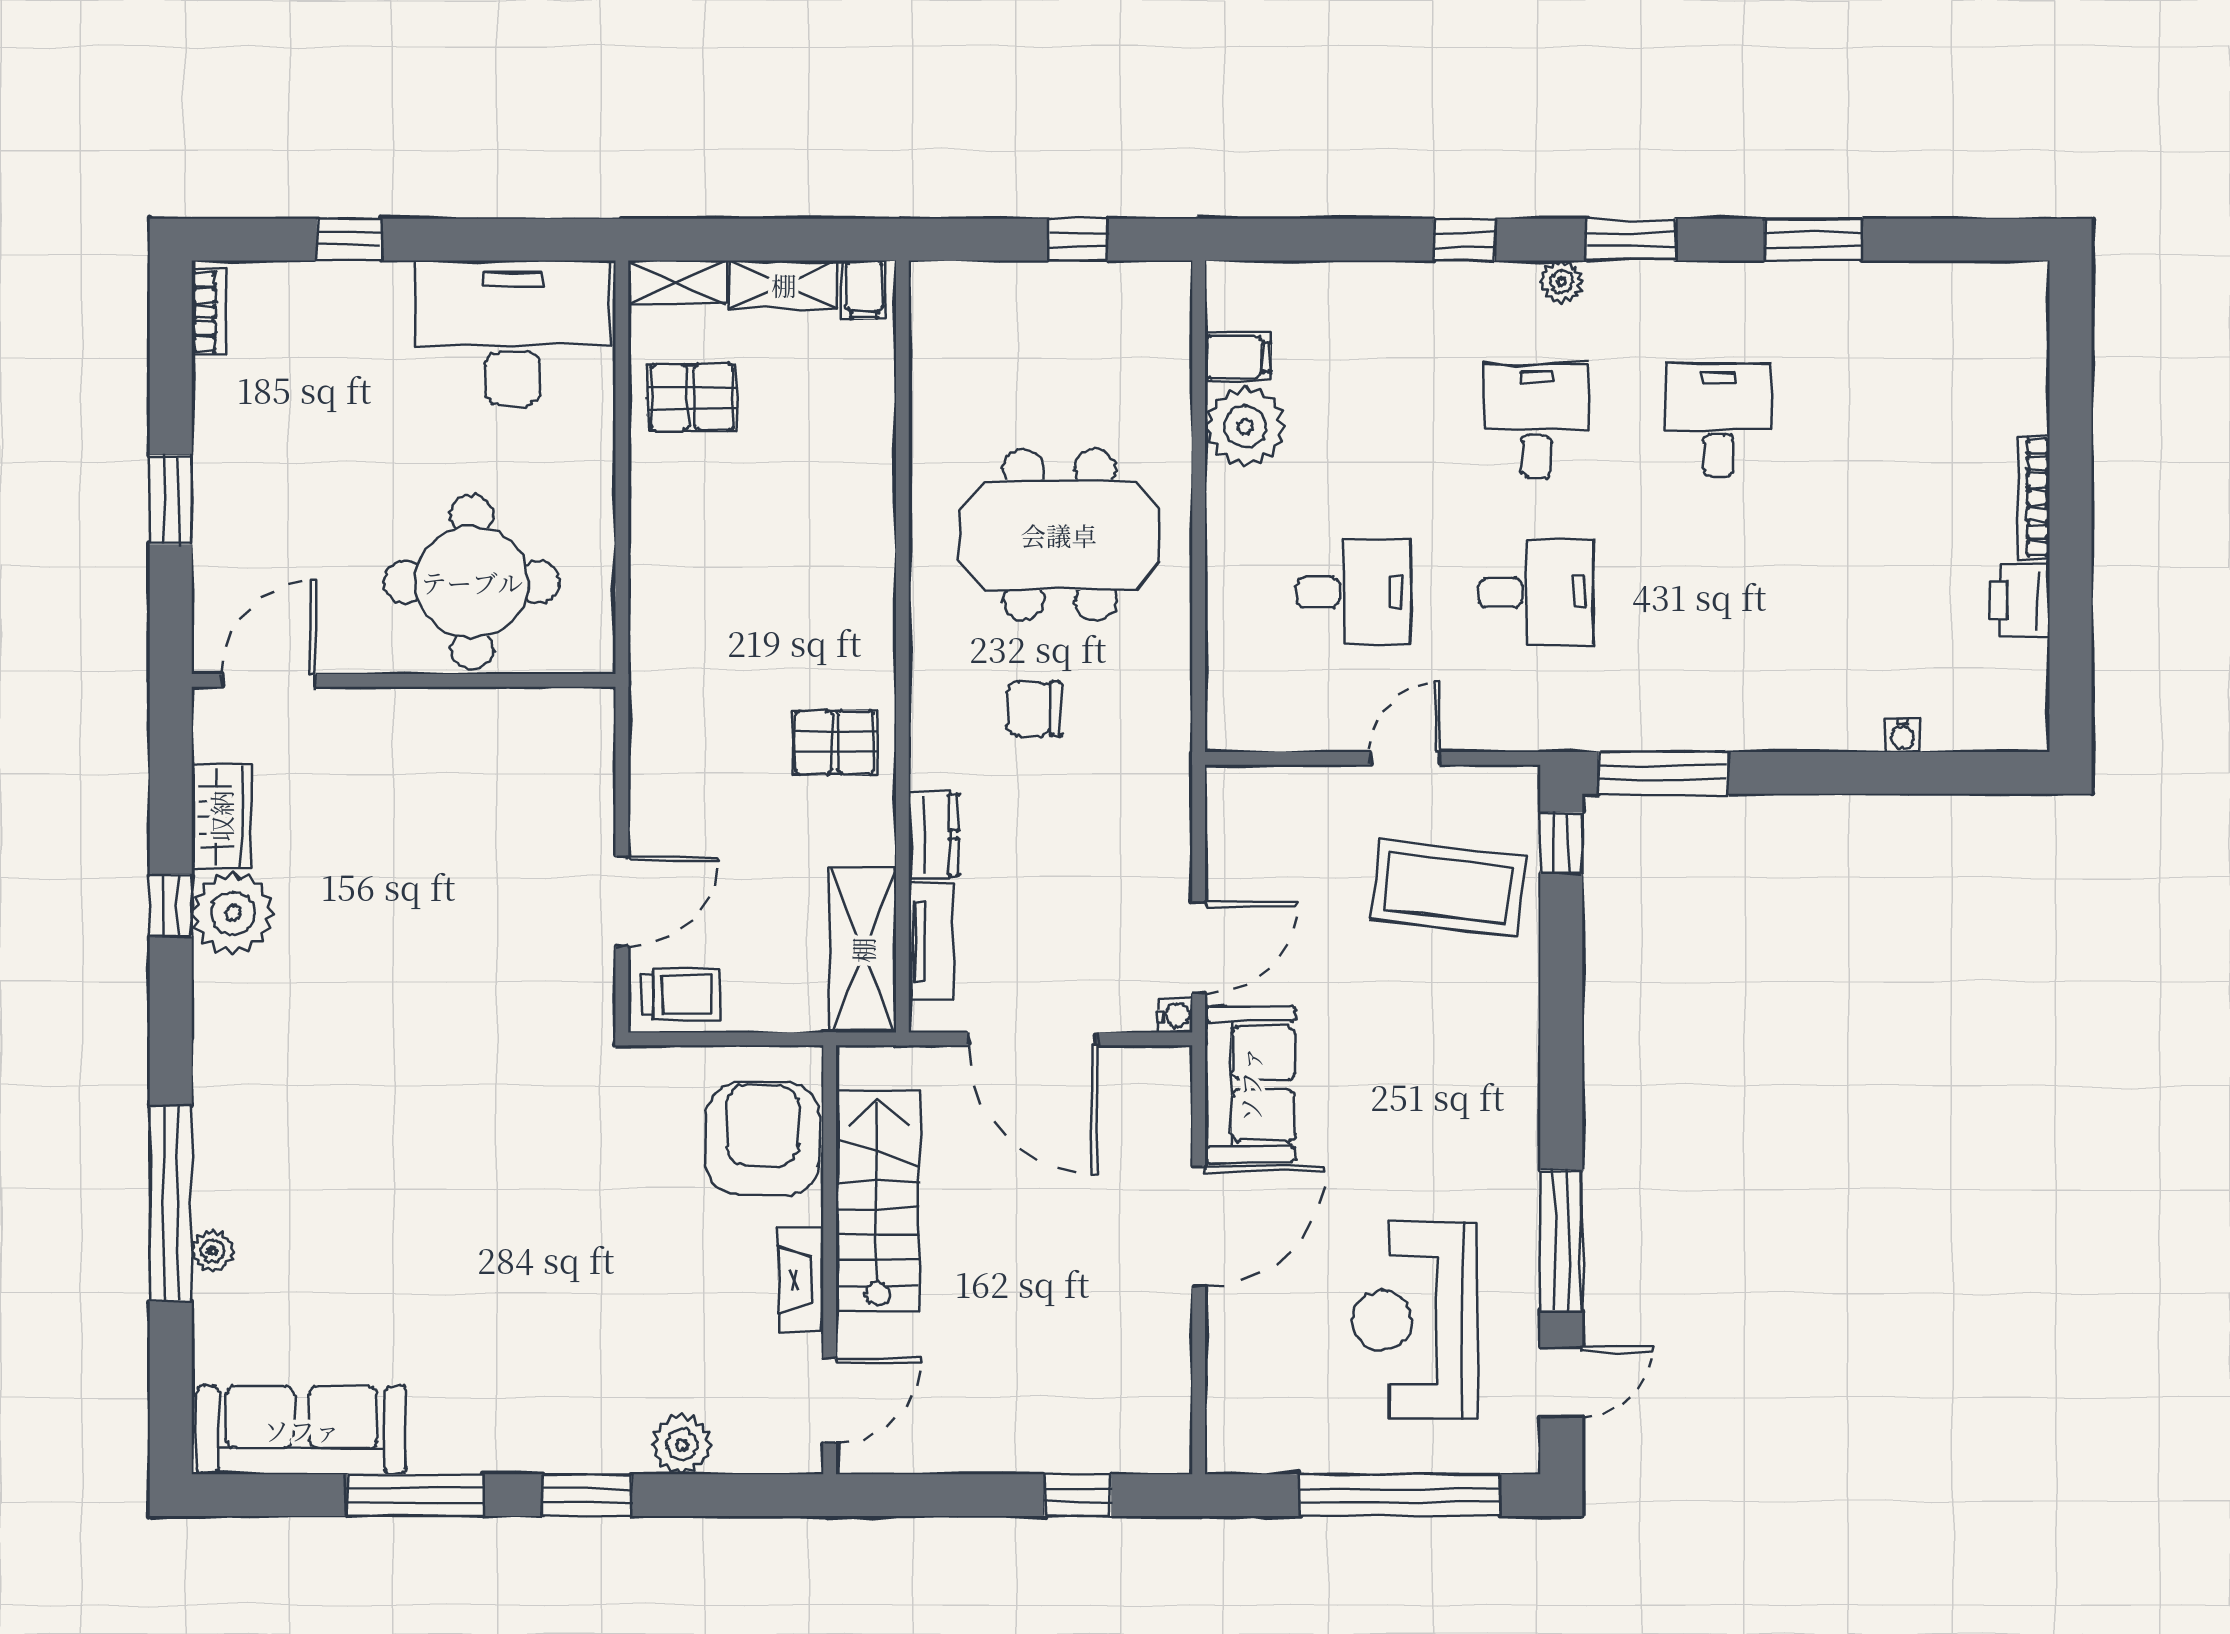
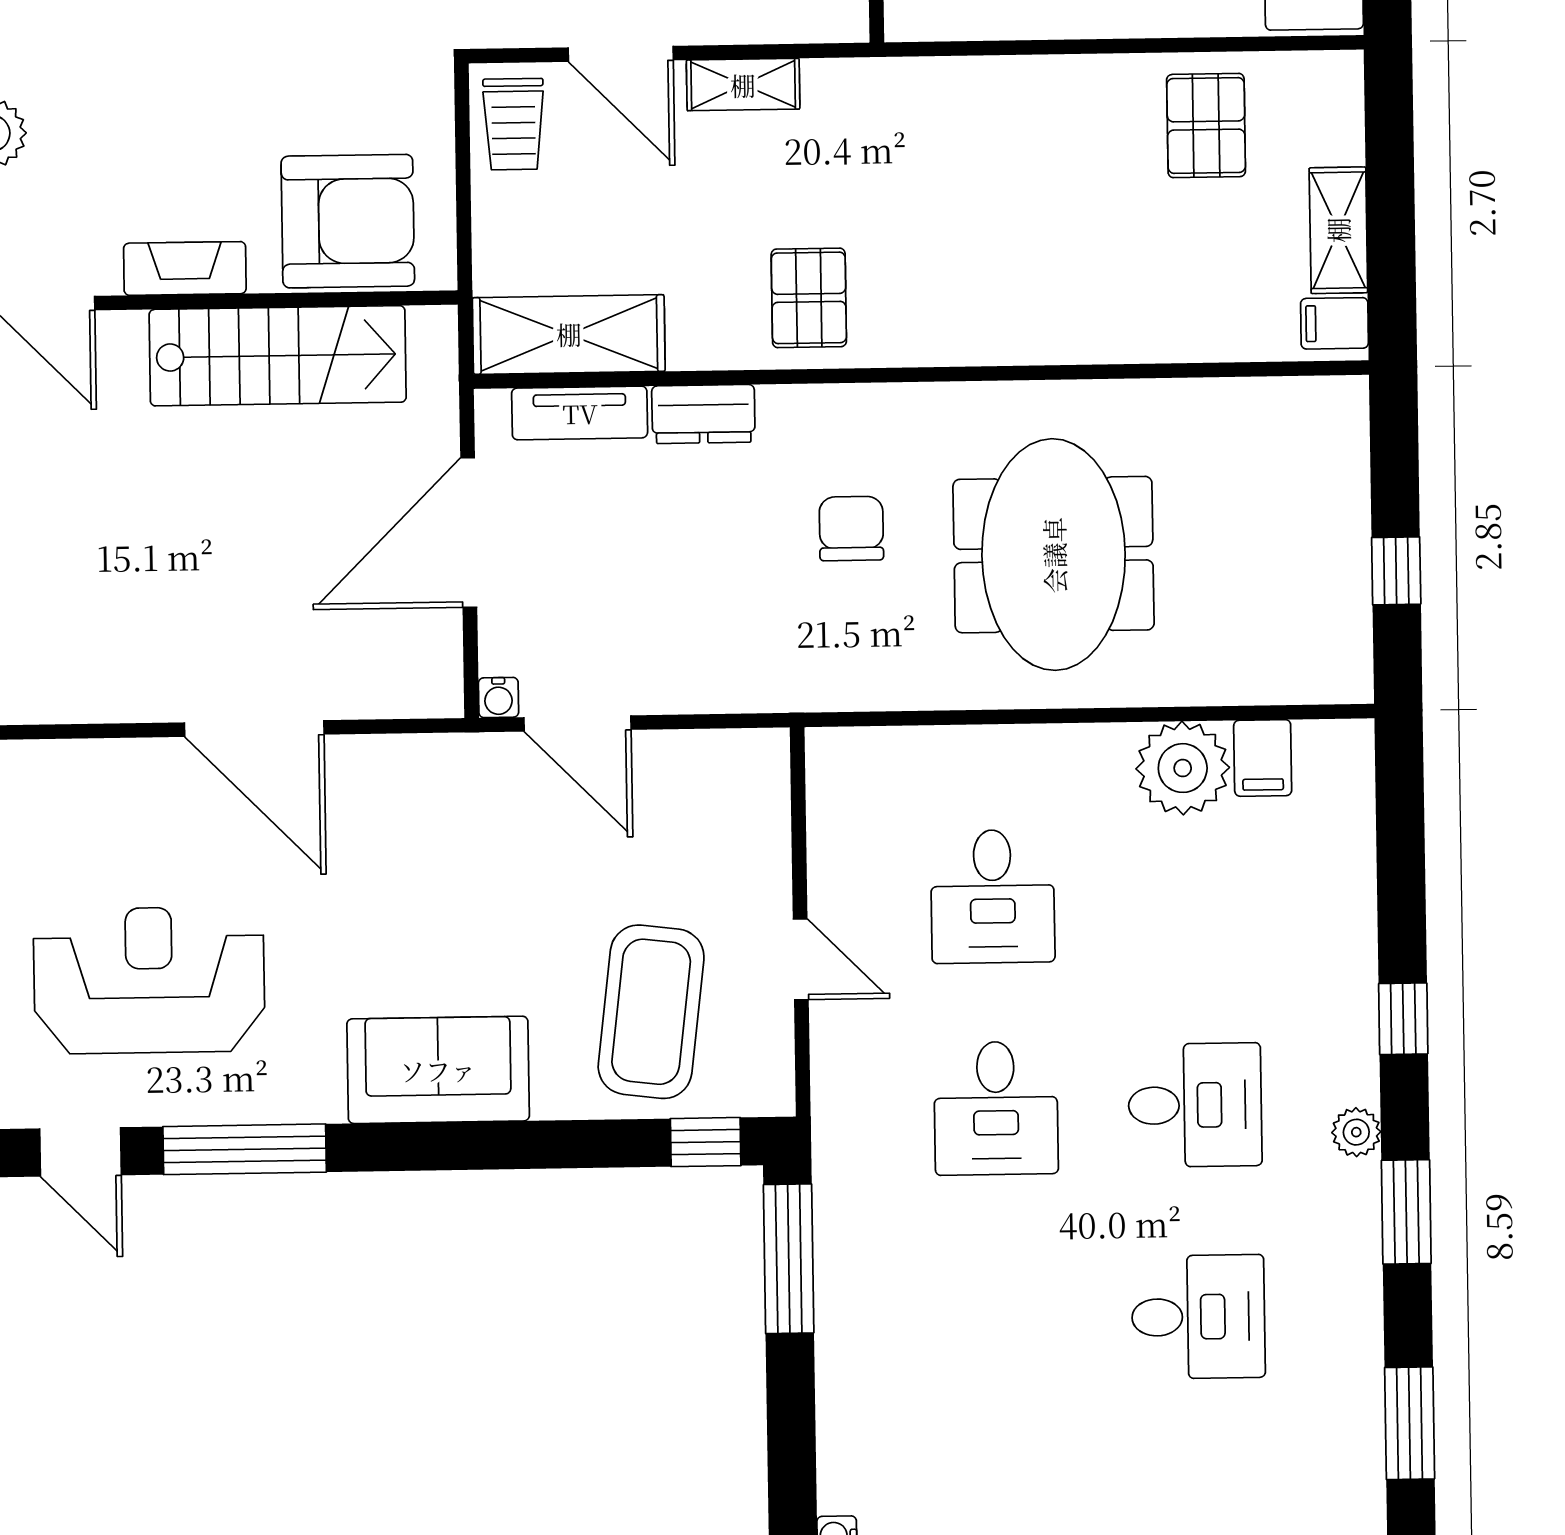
shelving: (677, 282) -> (743, 85), moved, turned 90
sofa: (1250, 1084) -> (438, 1070), moved, turned 180

